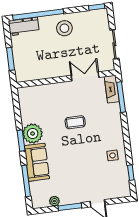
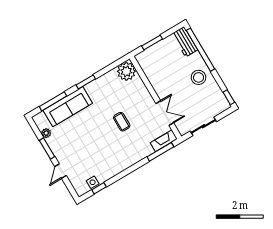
plant: (33, 134) -> (126, 71), moved
side table: (113, 155) -> (93, 182), moved
sofa: (37, 162) -> (68, 107), width x1.36

